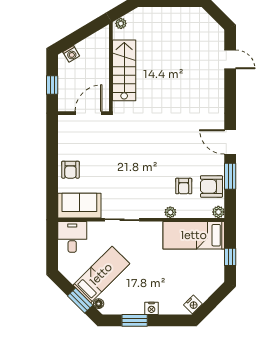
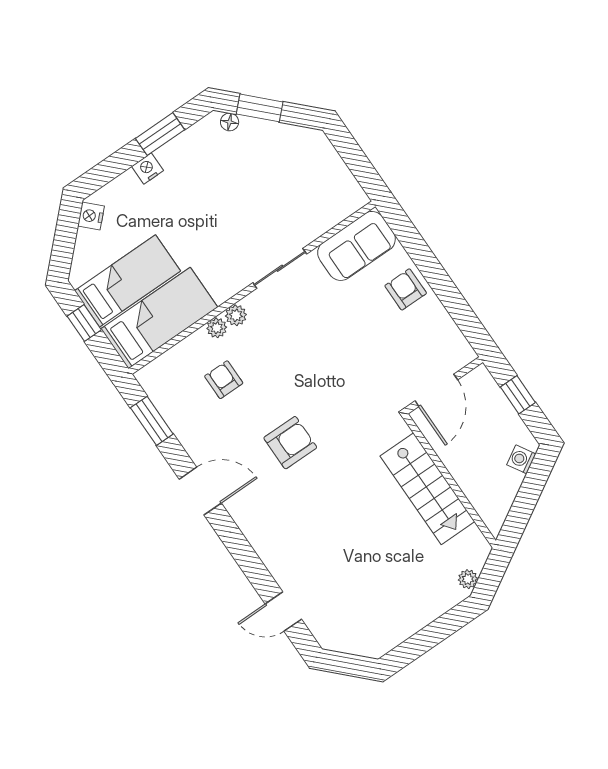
plant: (121, 23) -> (468, 579), moved
window: (230, 176) -> (152, 421), moved
armchair: (211, 186) -> (290, 443), moved
plant: (218, 212) -> (236, 315), moved
desk: (72, 237) -> (335, 193), removed
bed: (101, 274) -> (127, 281), moved, turned -135

